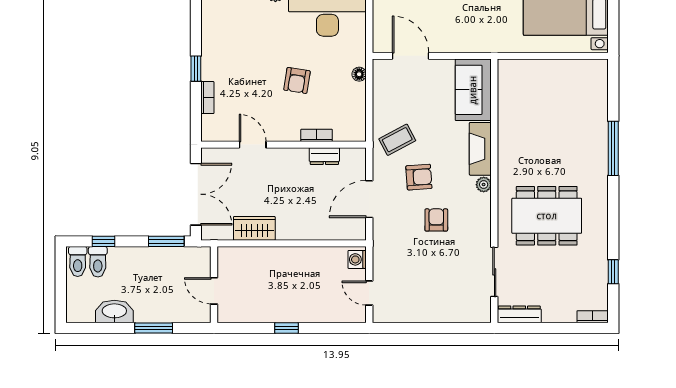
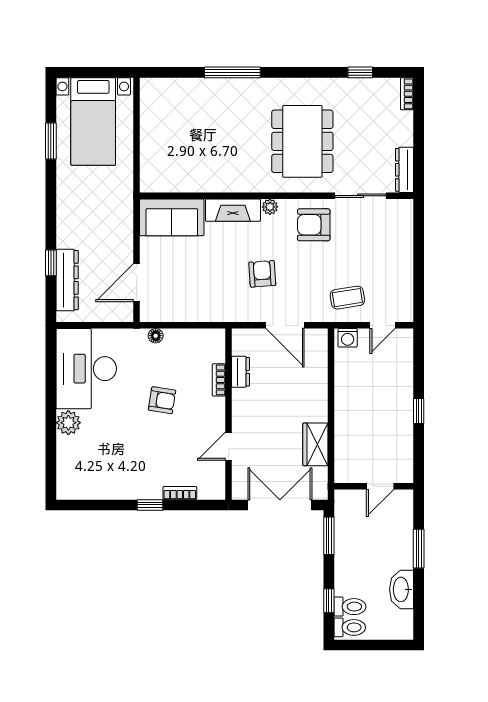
coffee table: (397, 140) -> (347, 298), moved, turned -71
armchair: (436, 220) -> (314, 225), moved, width x1.38, depth x1.38

